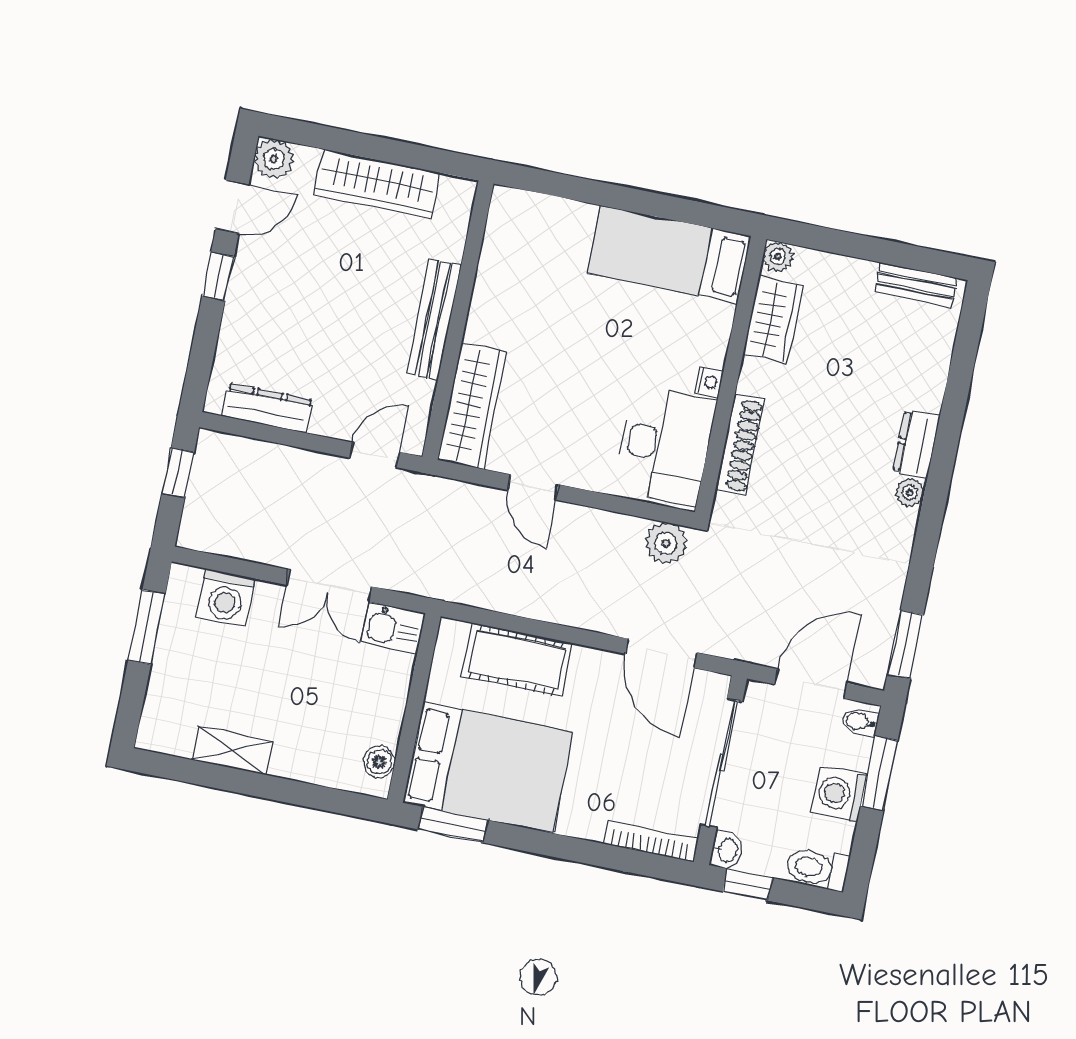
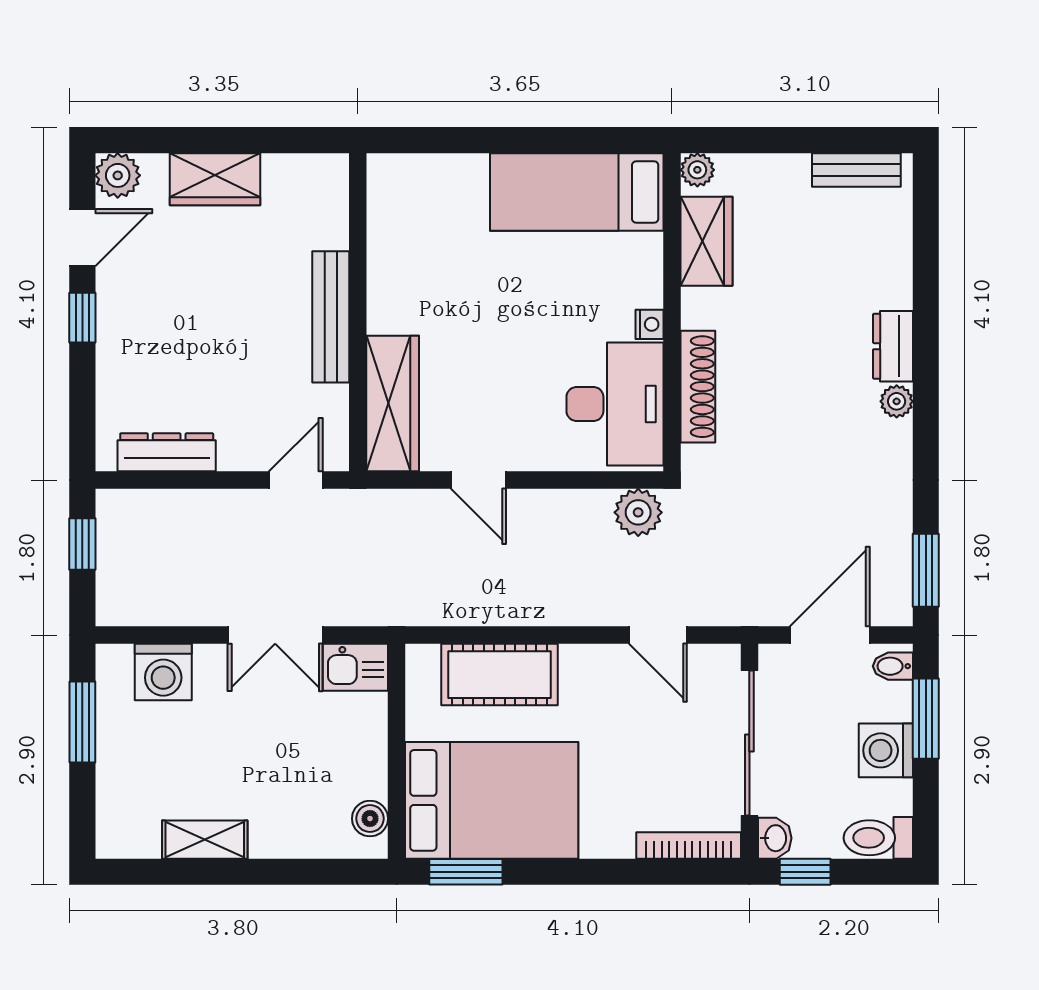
wardrobe: (377, 184) -> (215, 179), width x0.67
door: (661, 653) -> (658, 635), width x0.73

